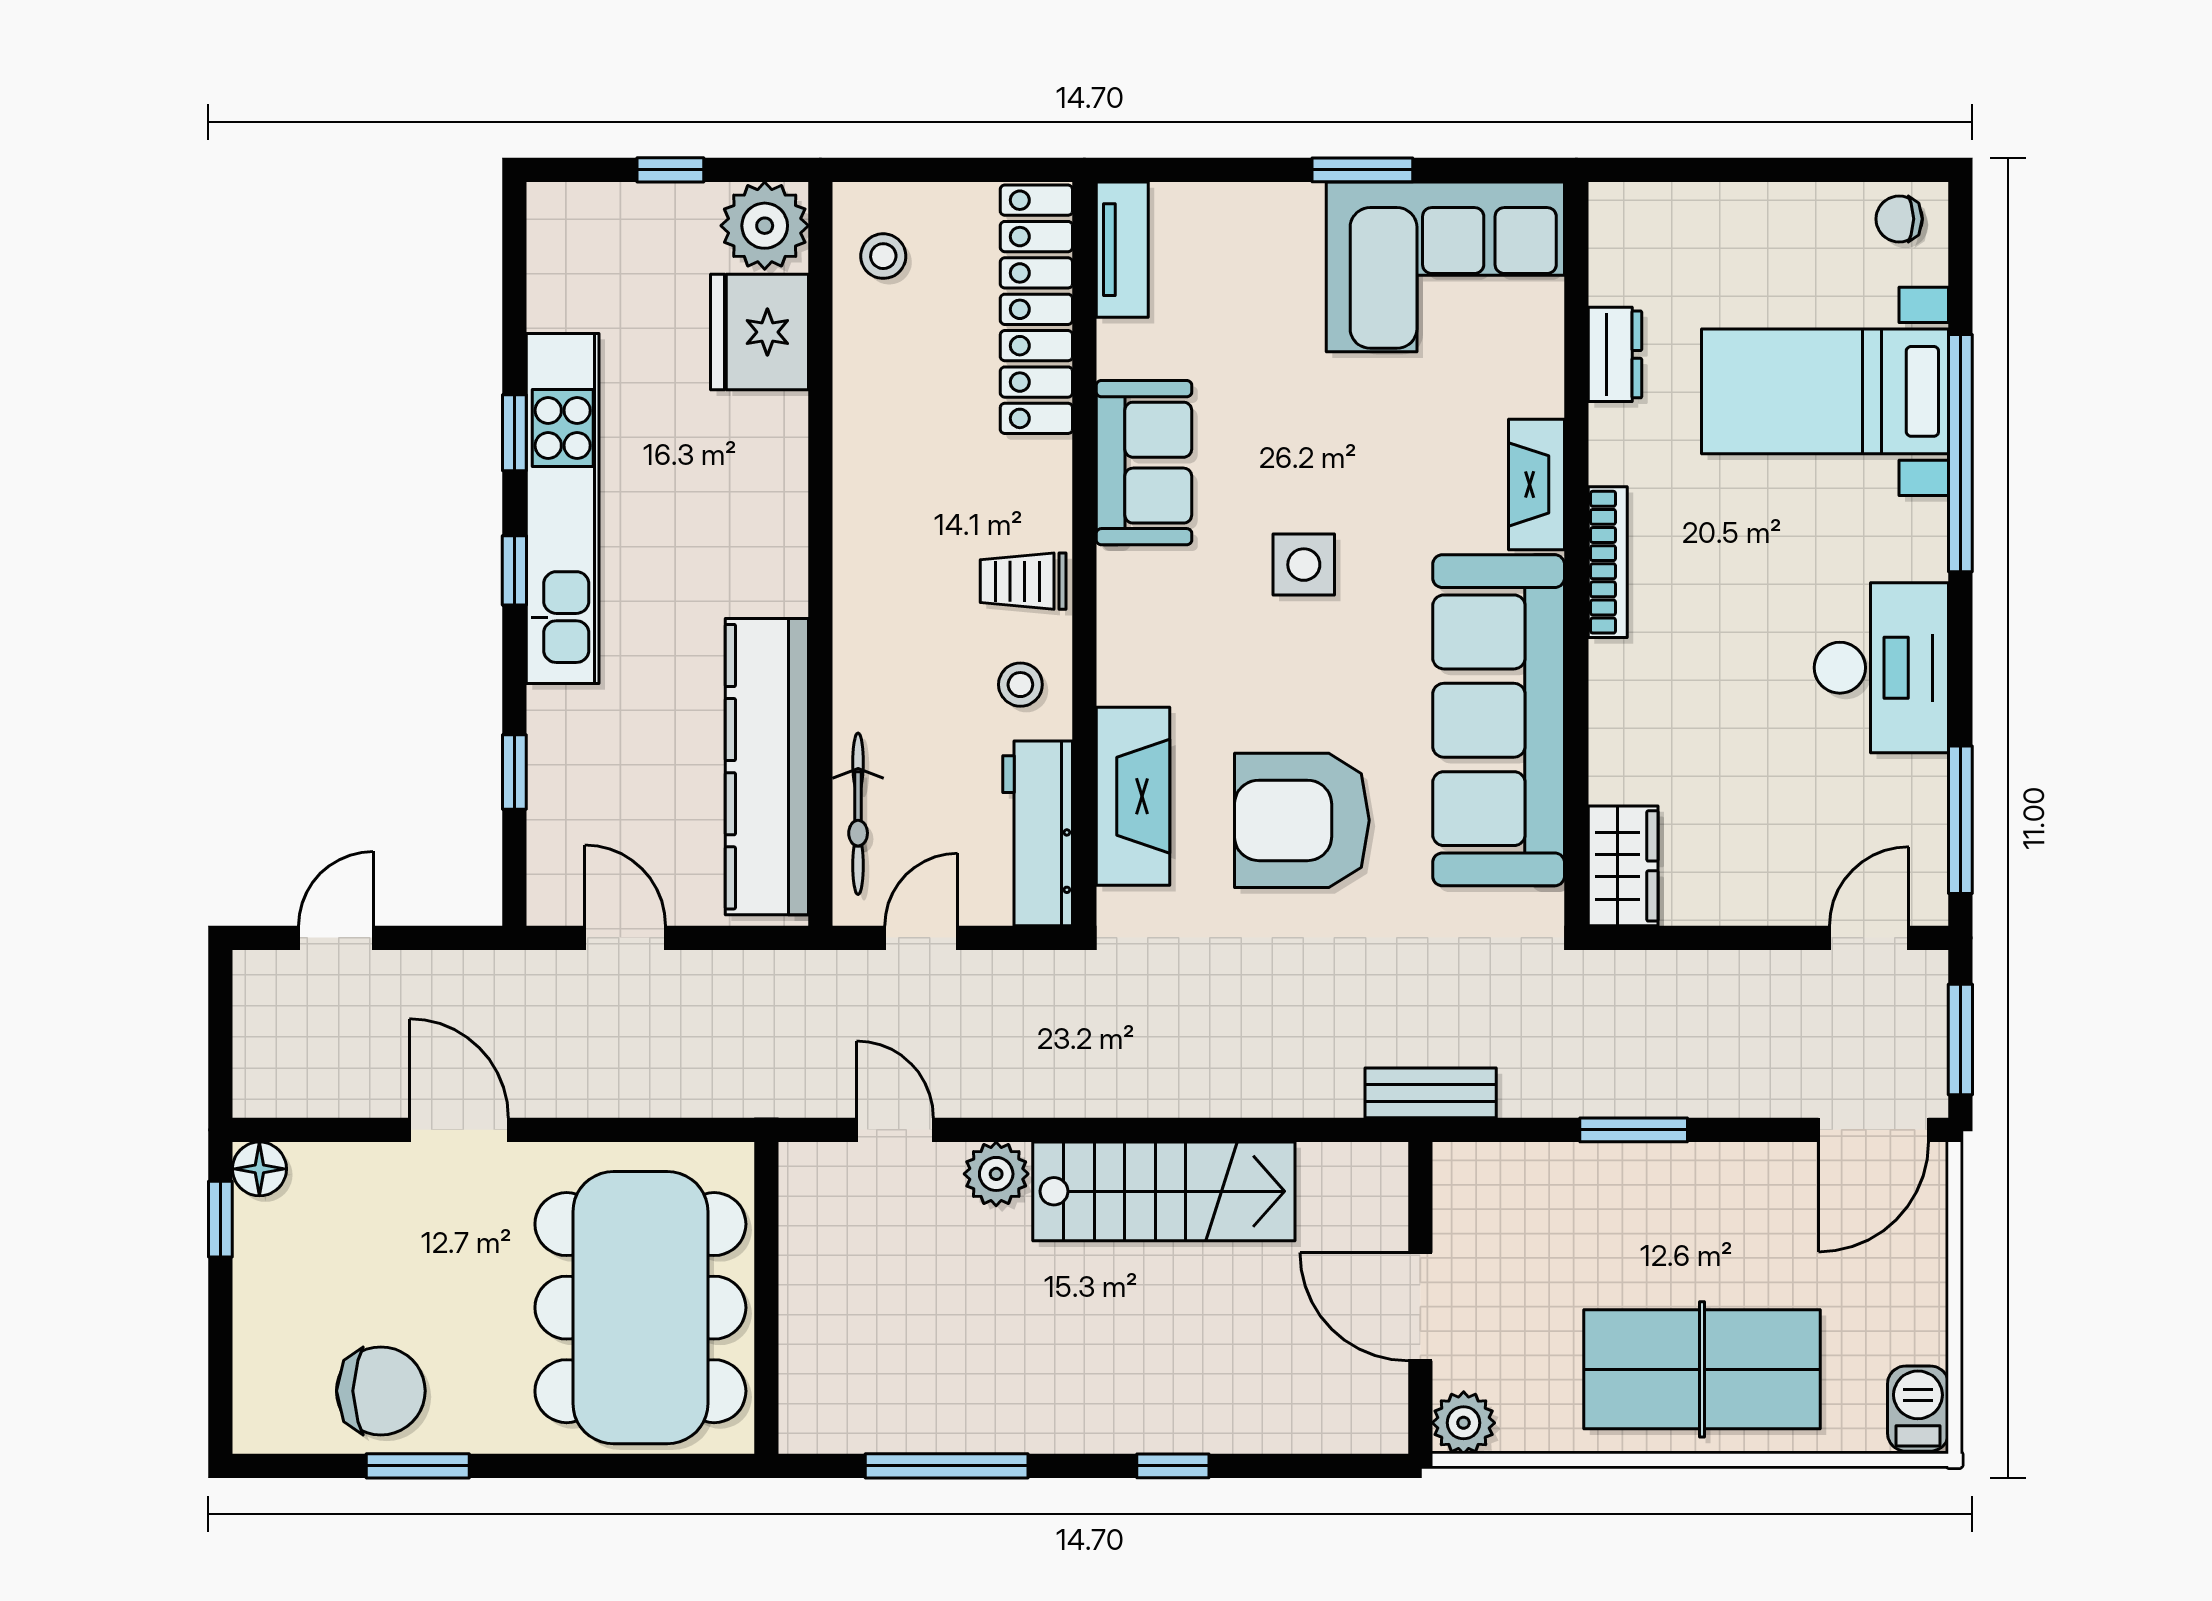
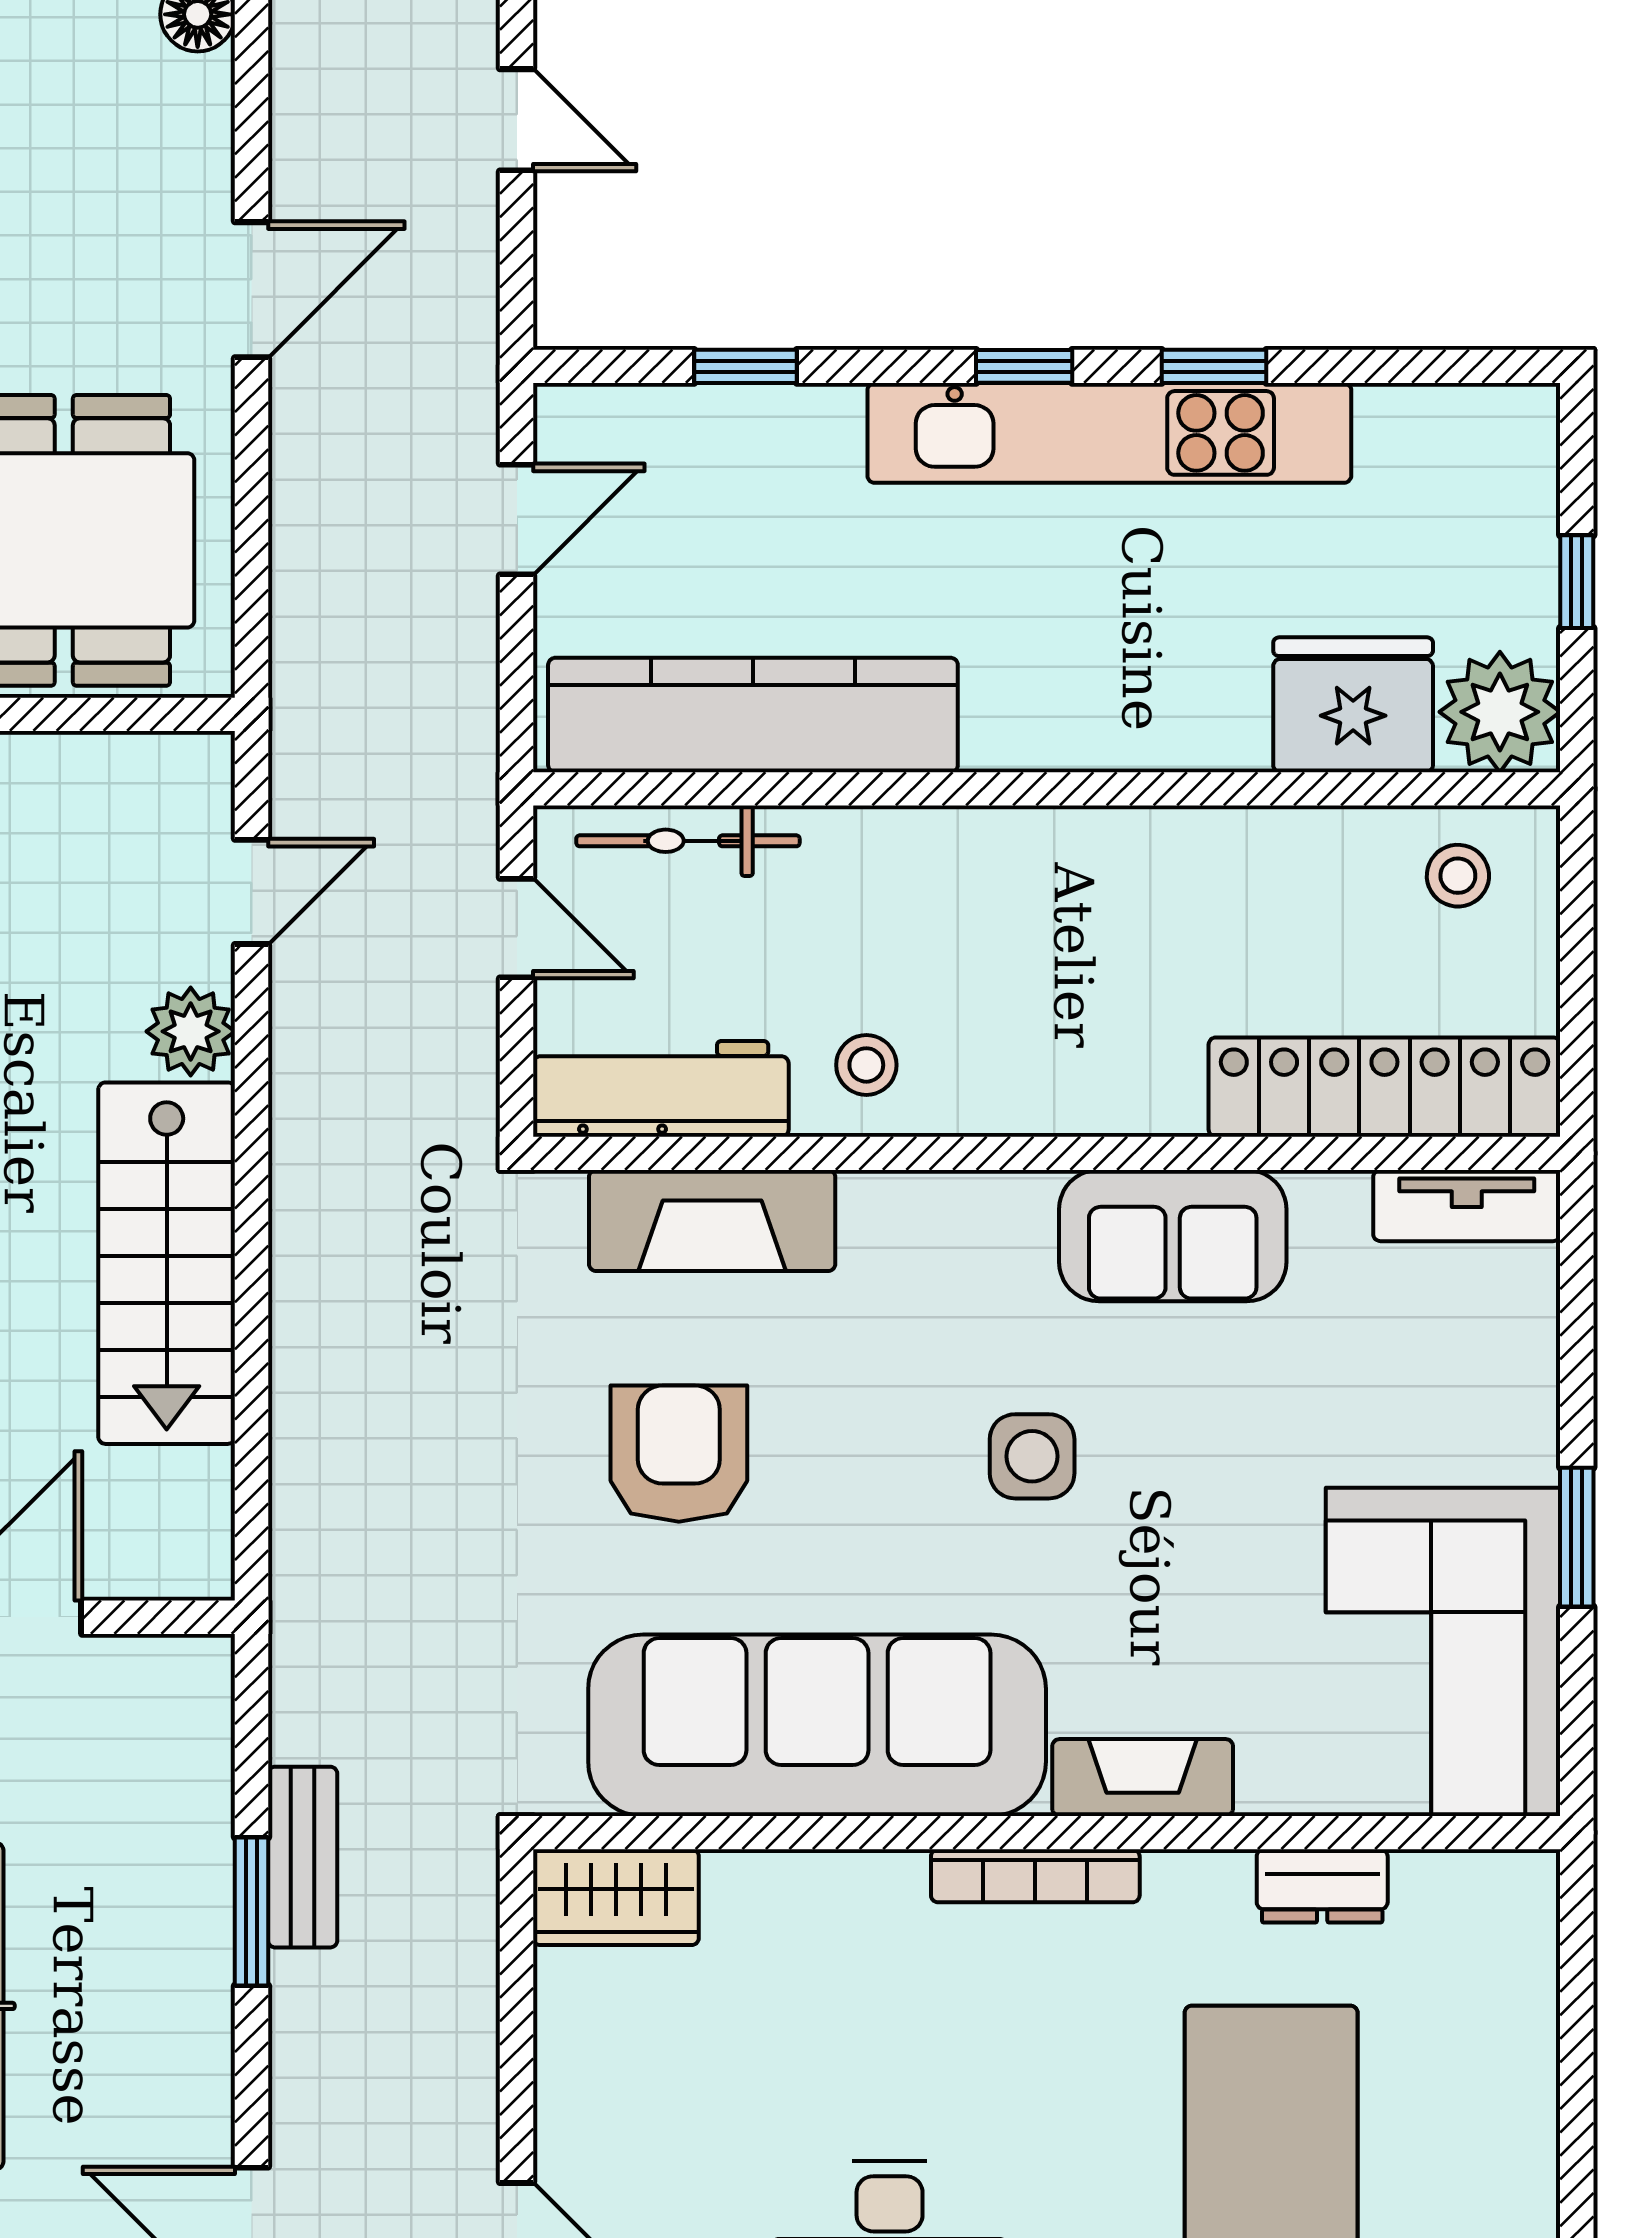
trolley: (1023, 581) -> (1009, 1069), removed
armchair: (1302, 820) -> (679, 1454), width x0.73, depth x0.73
bench: (1431, 1093) -> (303, 1857), moved

